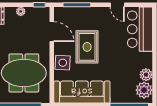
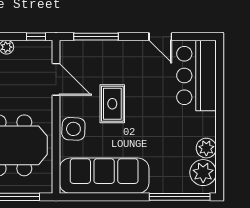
rug: (87, 47) -> (112, 104), width x0.73, depth x0.70

